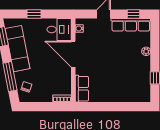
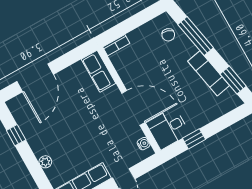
window: (34, 14) -> (194, 139), moved
exam couch: (17, 49) -> (209, 73), width x0.73, depth x0.69
door: (123, 107) -> (35, 78), added

